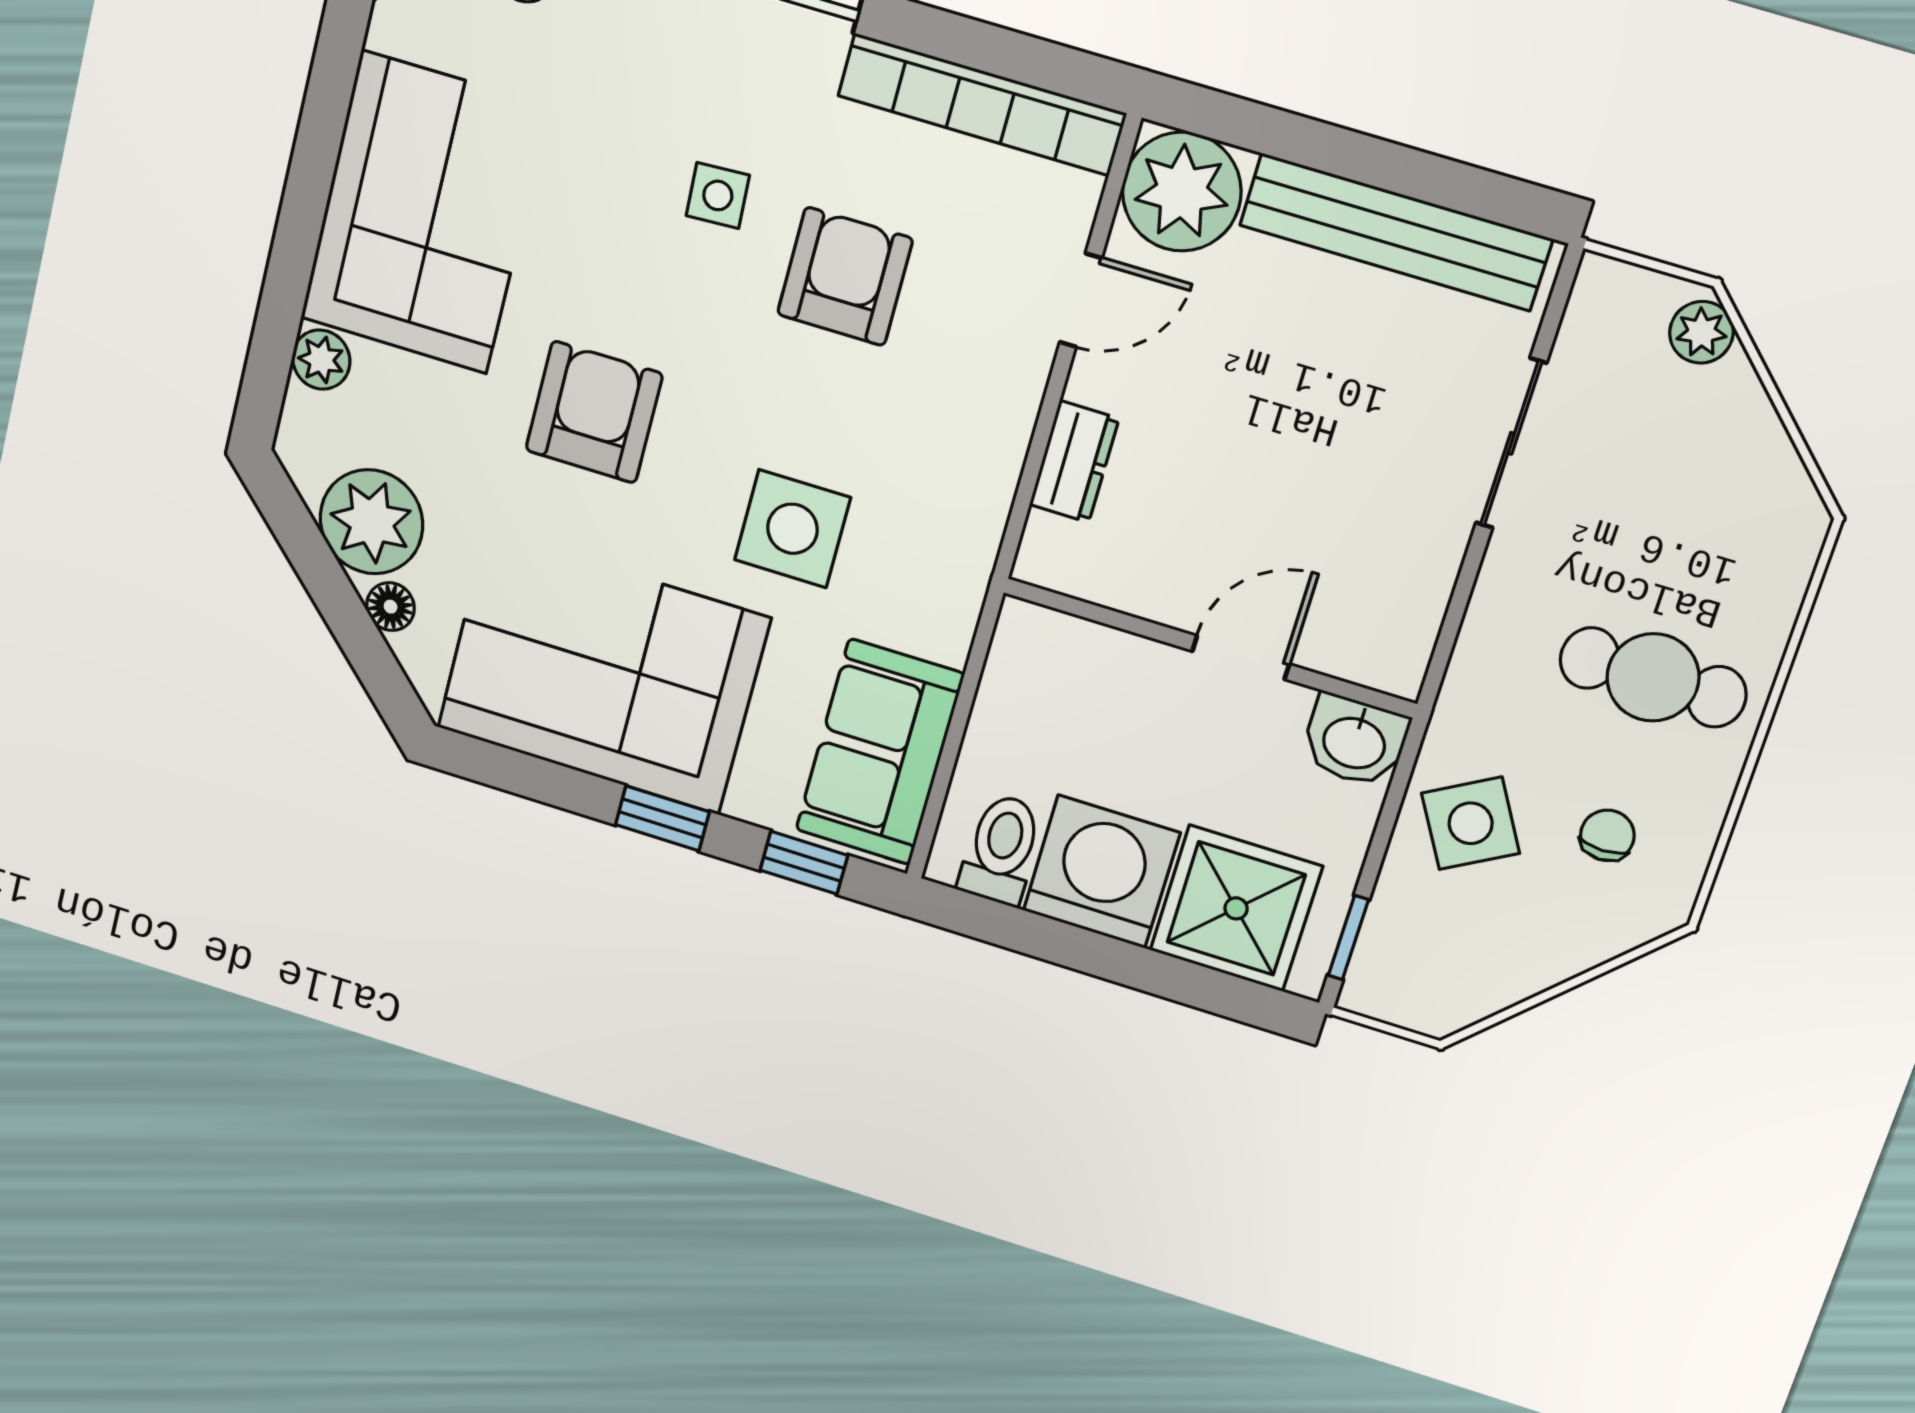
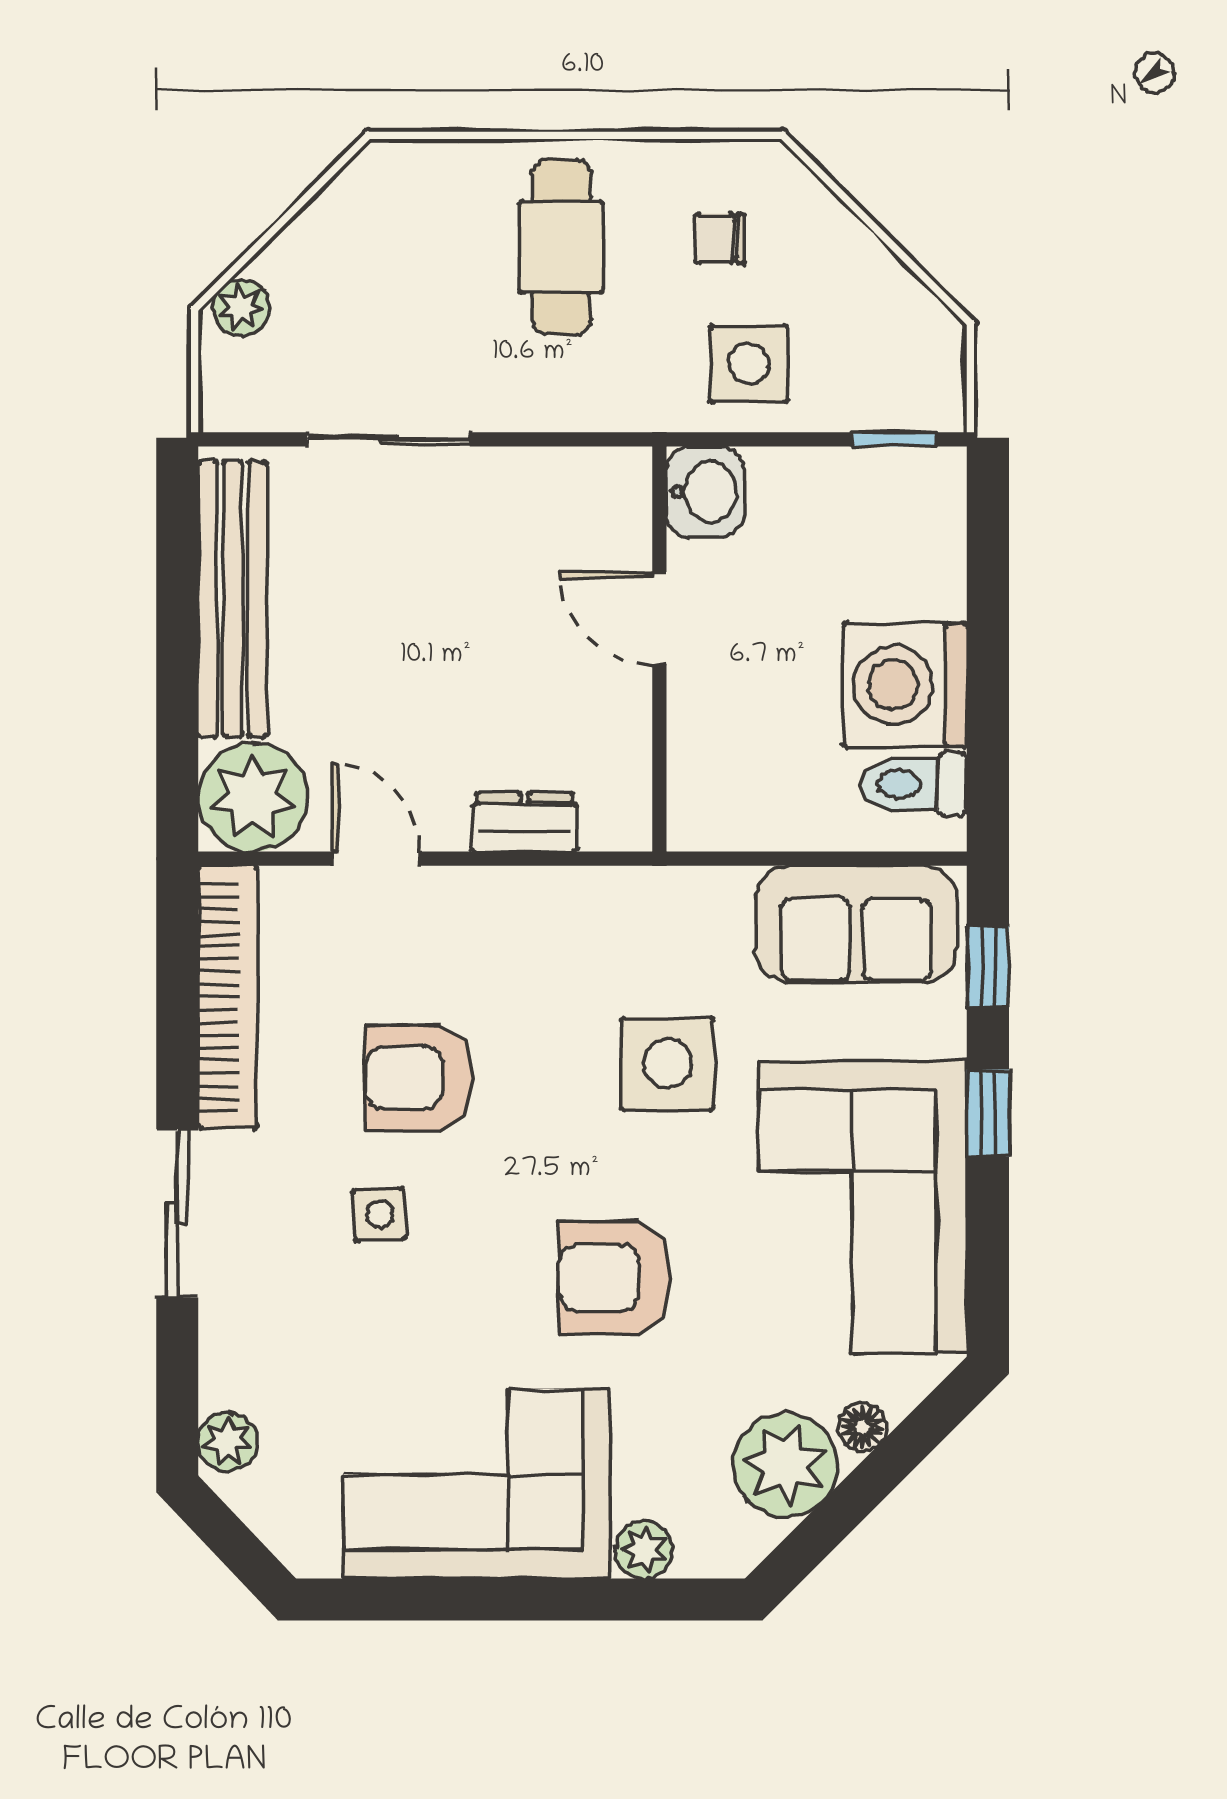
side table: (1471, 823) -> (749, 364), turned 30
shower: (1236, 908) -> (900, 551), removed

